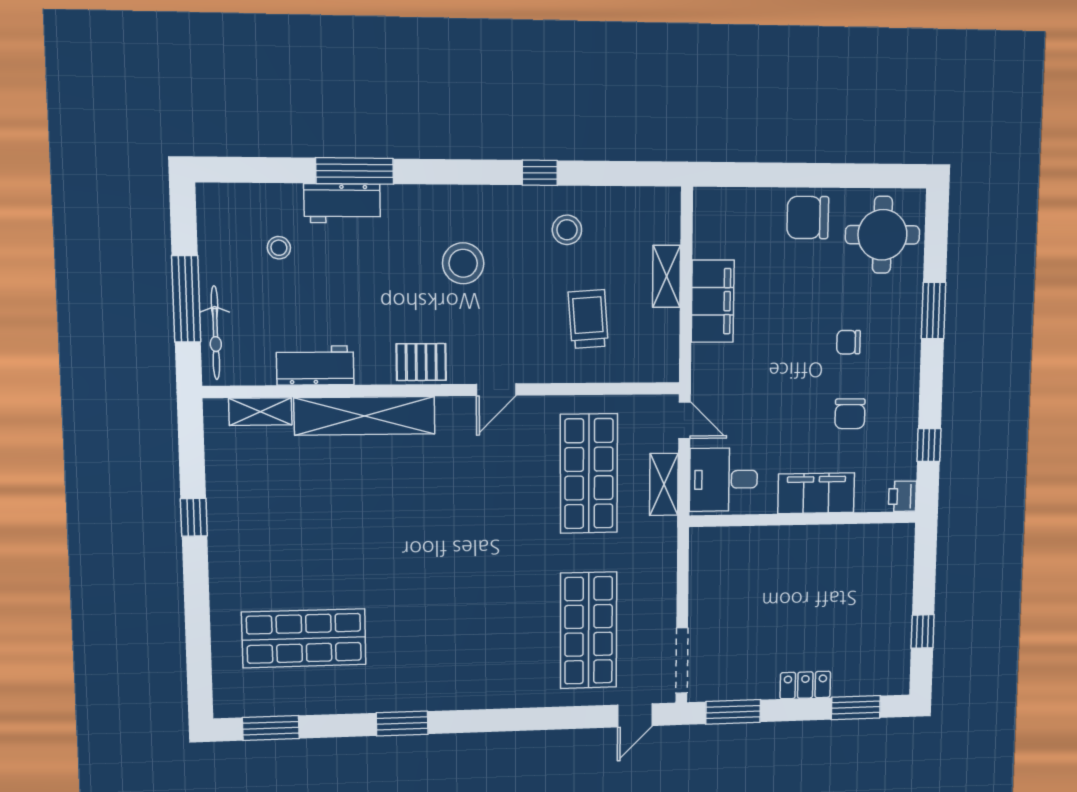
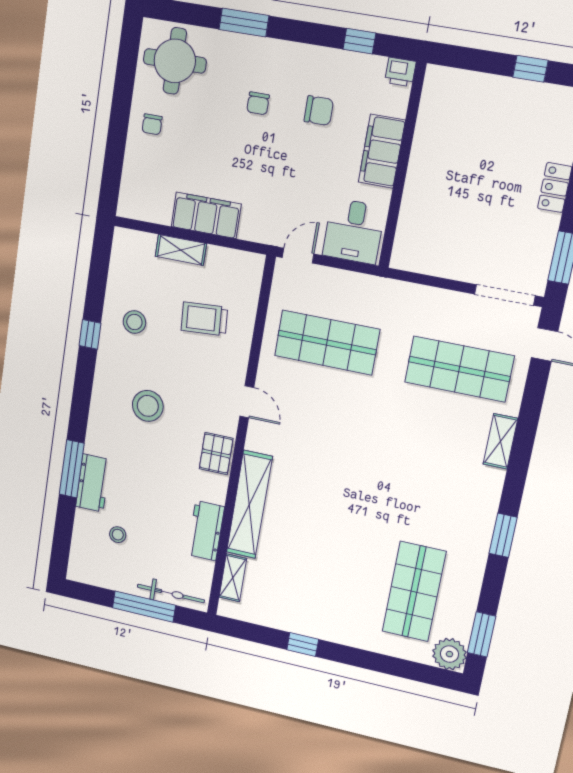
chair: (808, 218) -> (152, 124), width x0.54, depth x0.54
shelving: (664, 484) -> (500, 441), moved, turned 90
plant: (234, 697) -> (449, 654), added

